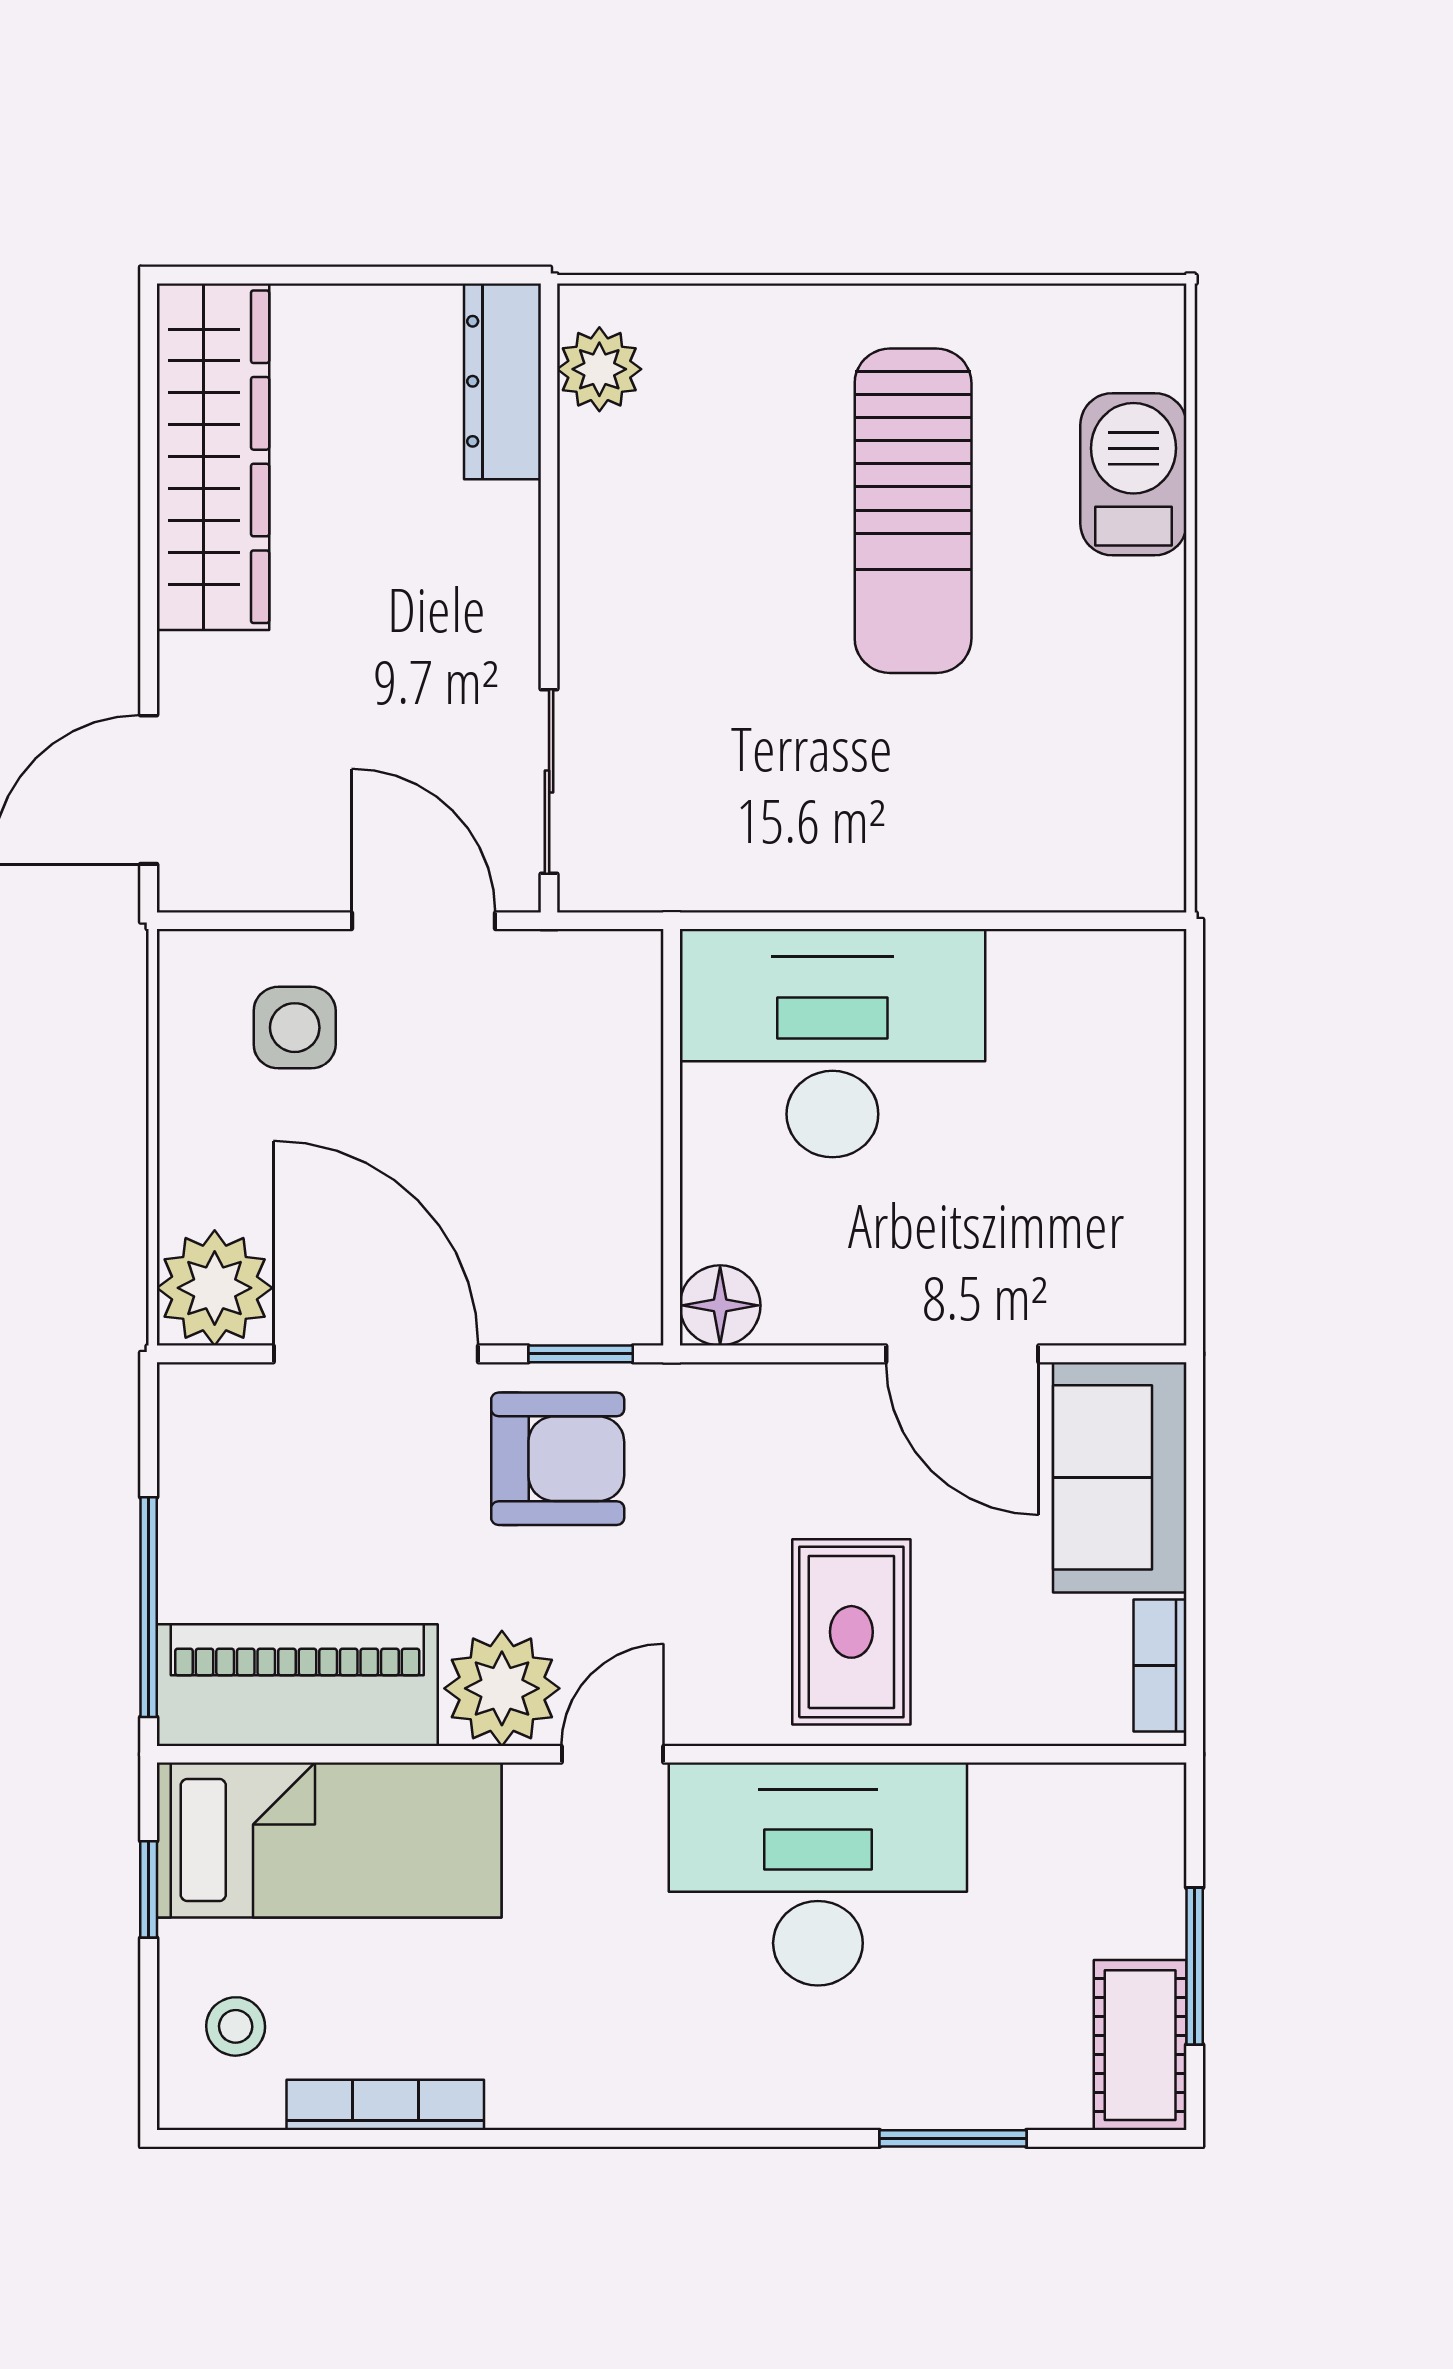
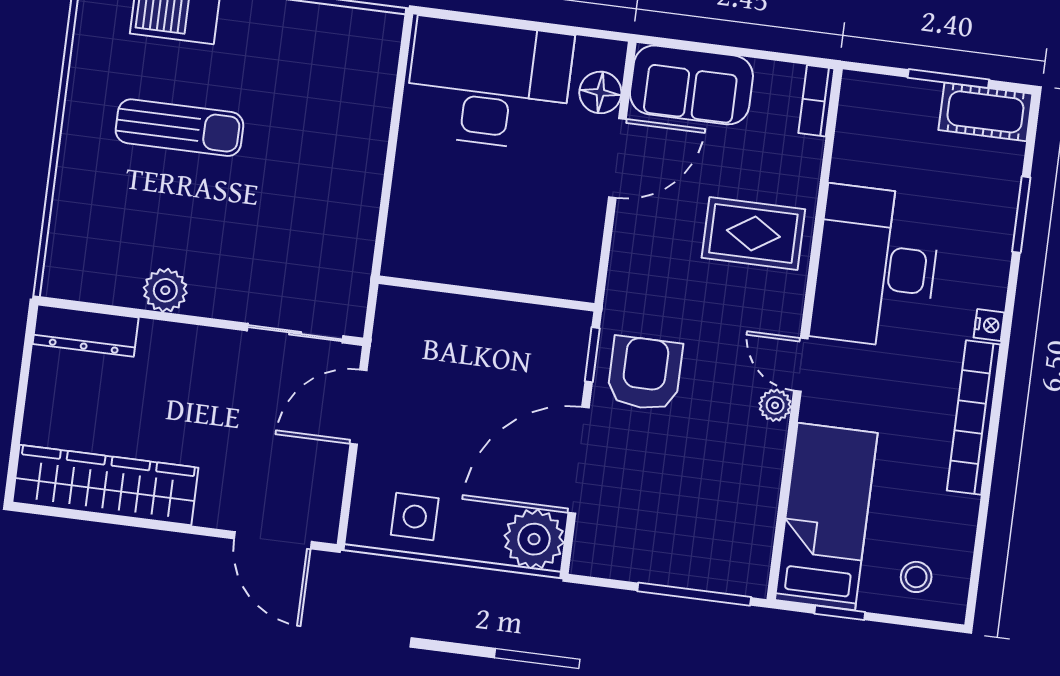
plant: (599, 369) -> (165, 290), moved
sun lounger: (913, 511) -> (179, 128), width x0.73, depth x0.75
side table: (295, 1028) -> (415, 517), moved
desk: (832, 1043) -> (489, 84), moved, turned 90
floor lamp: (720, 1305) -> (600, 92), moved
bookcase: (1160, 1665) -> (816, 101), moved, turned 90
piano: (297, 1685) -> (744, 523), removed
plant: (502, 1688) -> (775, 405), width x0.53, depth x0.53
nightstand: (734, 2104) -> (989, 325), added
bookcase: (385, 2105) -> (974, 418), moved, width x1.48, depth x1.31

